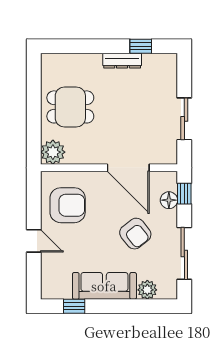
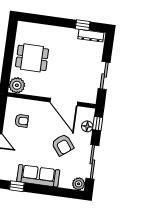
dresser: (122, 61) -> (91, 36), moved
armchair: (68, 205) -> (22, 121), width x0.53, depth x0.53
plant: (147, 290) -> (79, 184), moved

